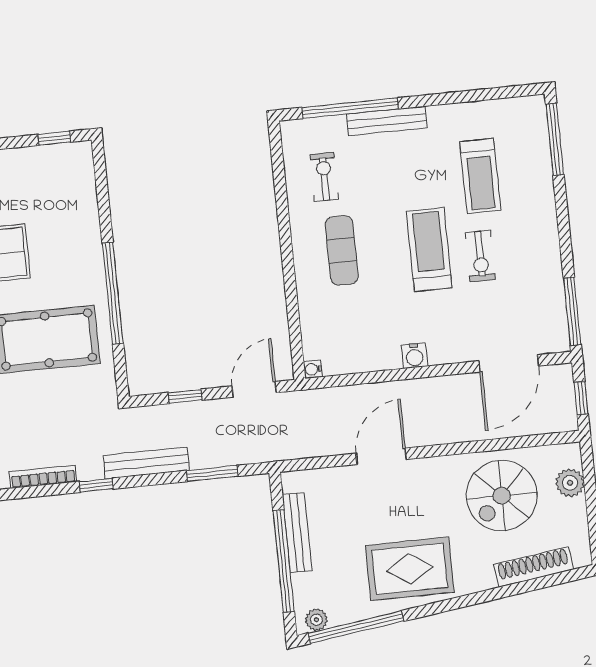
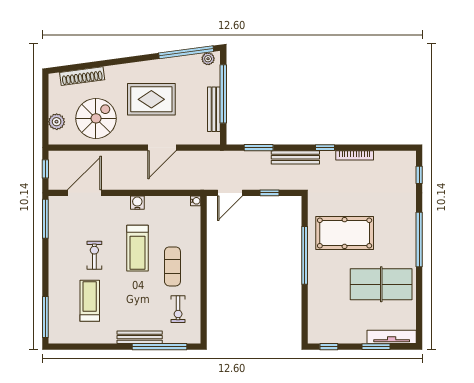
treadmill: (429, 249) -> (137, 248), moved
rug: (410, 569) -> (151, 99), moved

